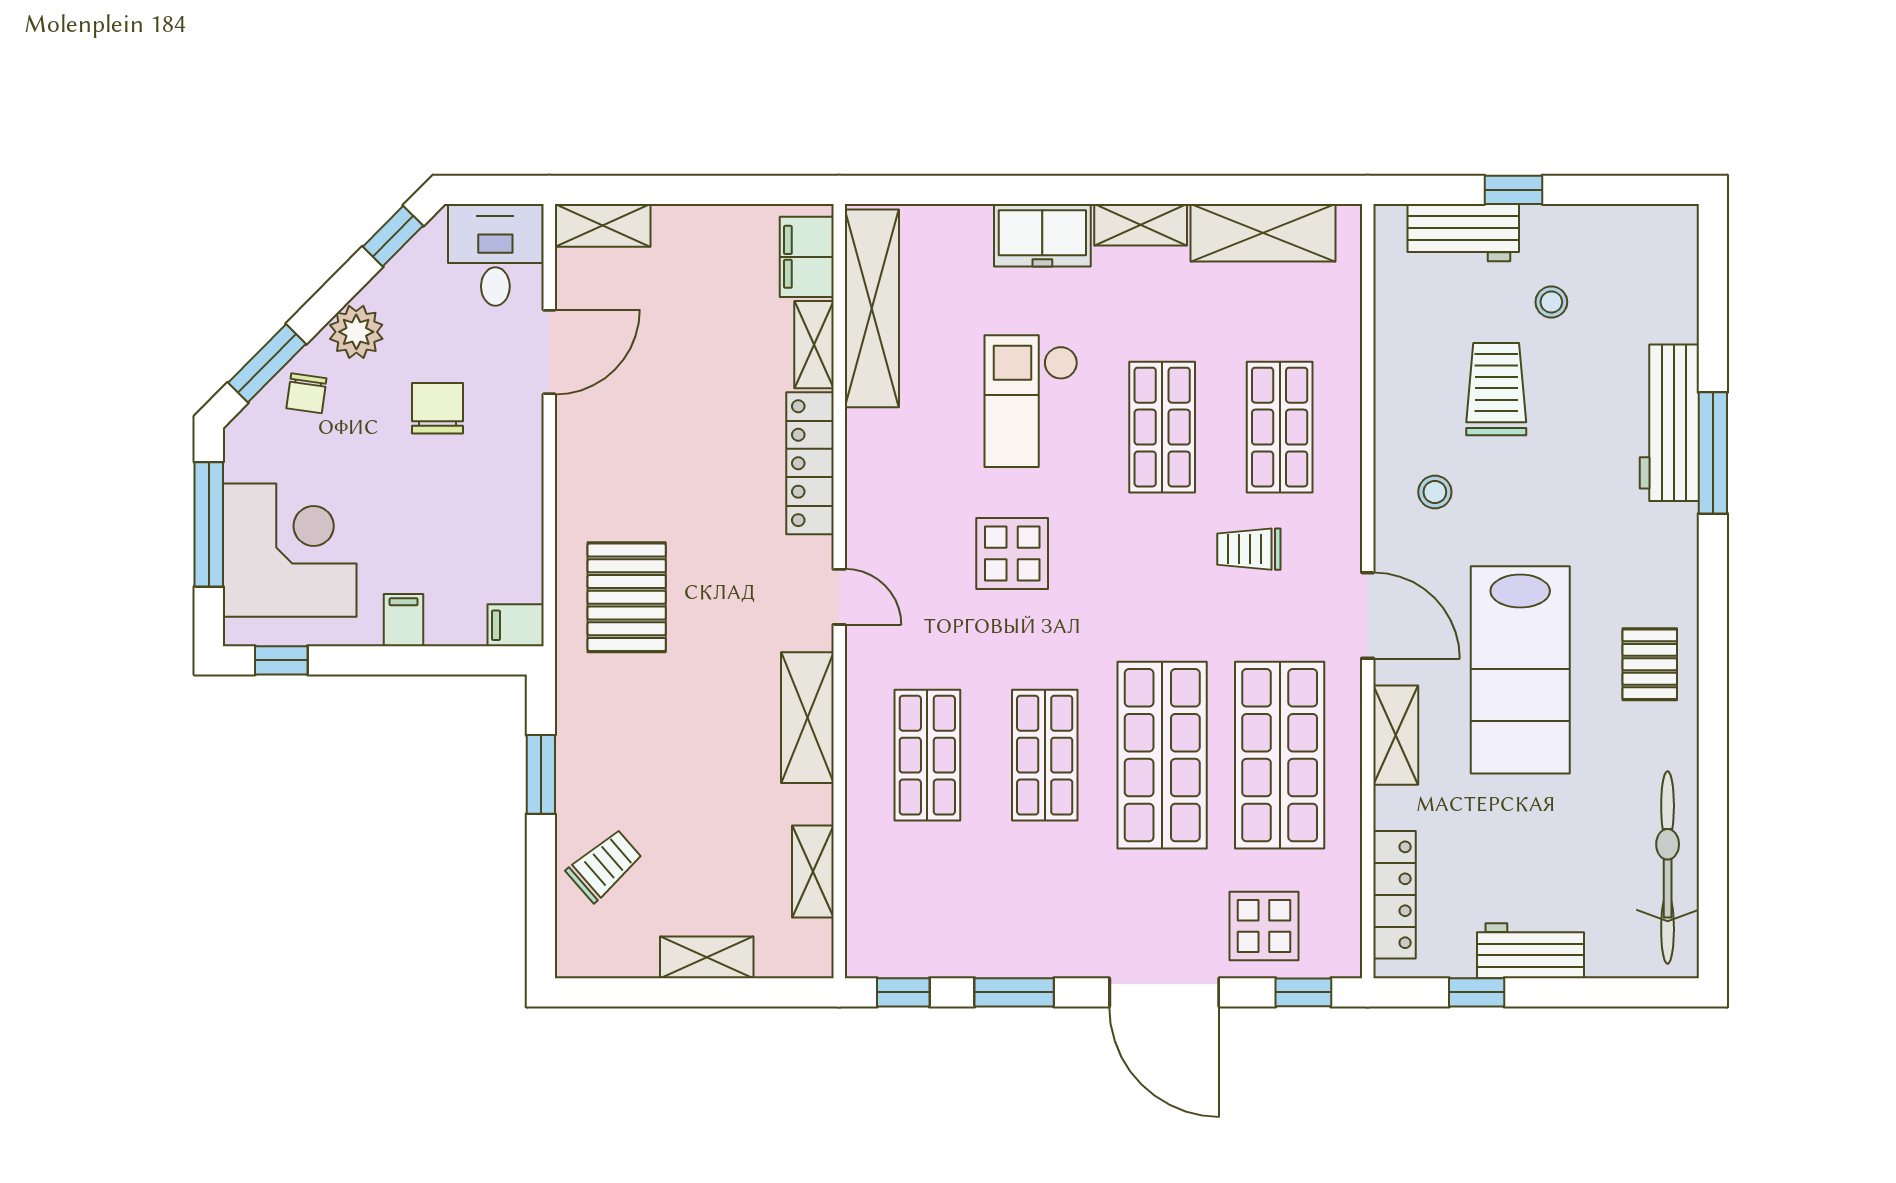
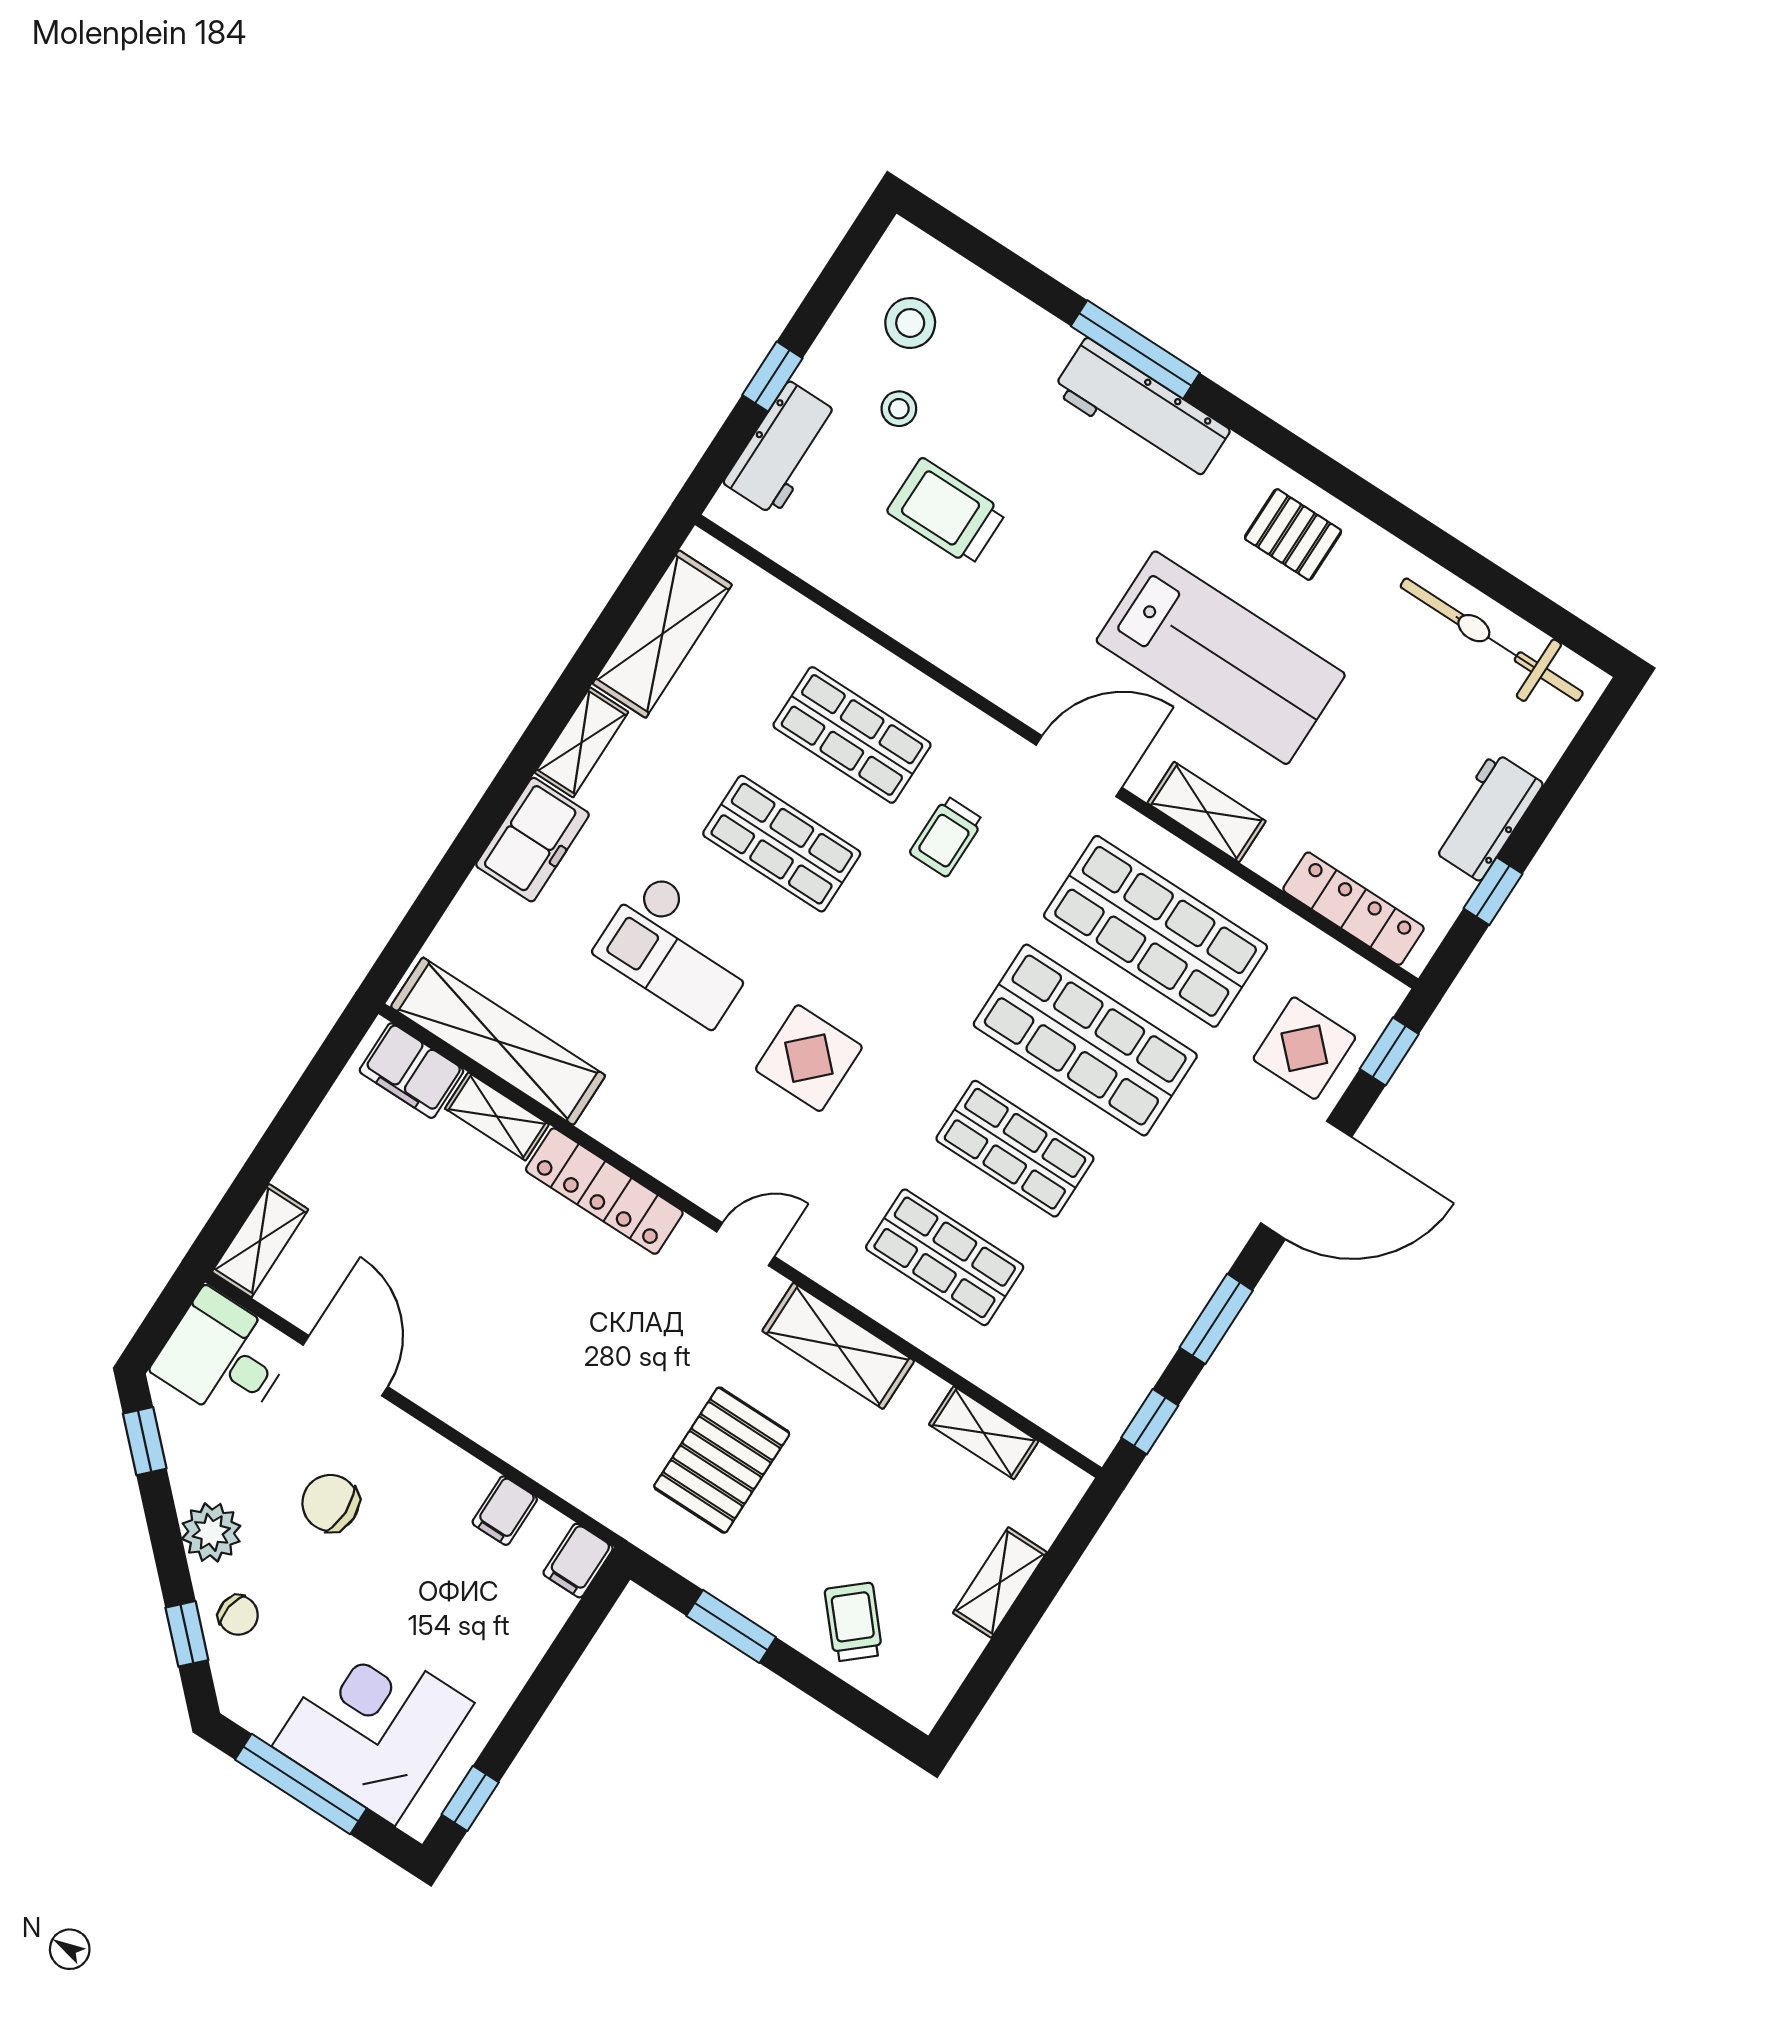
window: (267, 363) -> (187, 1634), width x0.67
workbench: (1669, 423) -> (1141, 410), moved
stool: (1435, 492) -> (910, 323), moved, width x1.37, depth x1.37
pallet: (627, 597) -> (722, 1460), moved, turned 90
filing cabinet: (404, 620) -> (505, 1511), moved, turned -90

